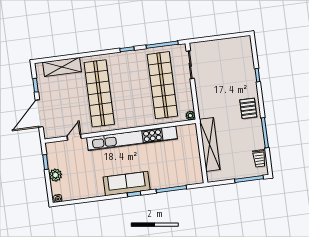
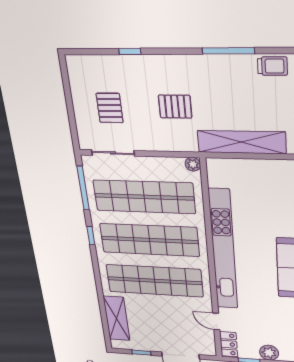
pallet: (220, 63) -> (110, 108), added
shop shelf: (131, 89) -> (149, 240), added
pallet: (248, 108) -> (175, 107), moved
locker: (57, 147) -> (229, 344), added

